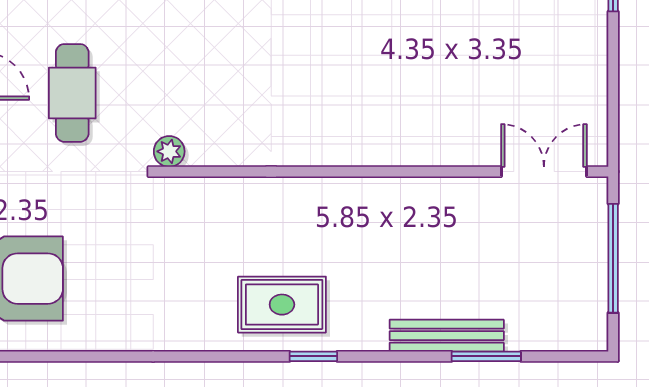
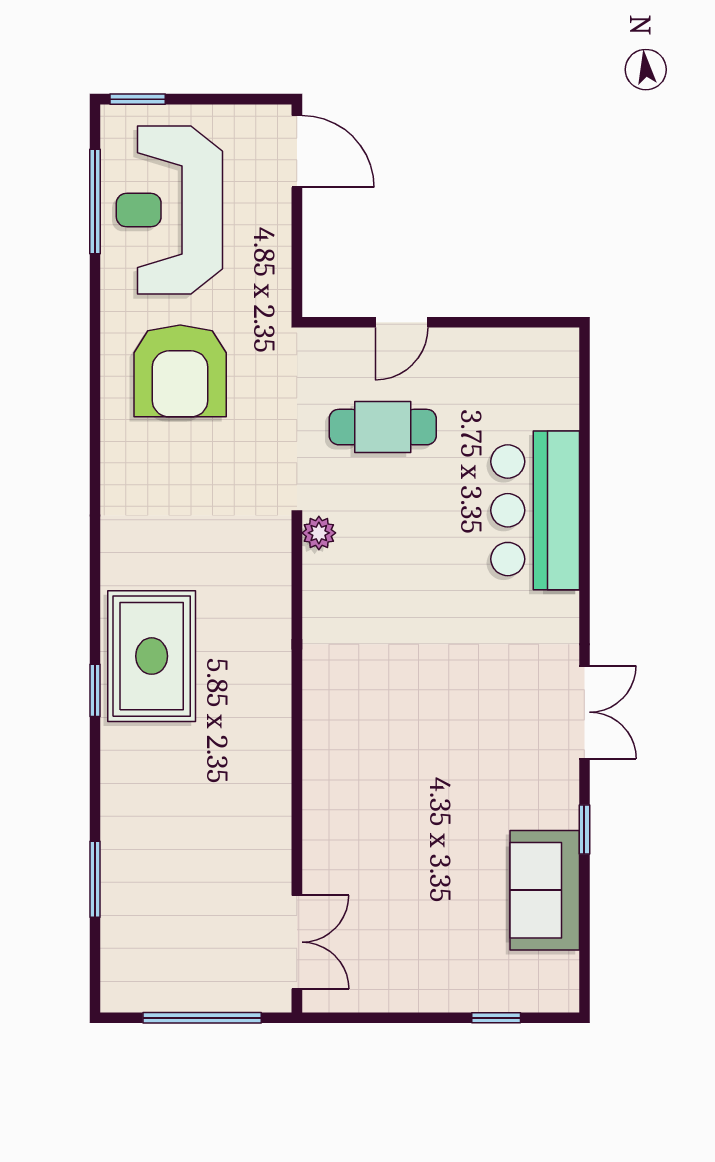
rug: (282, 305) -> (152, 656), width x1.36, depth x1.43
bench: (447, 336) -> (118, 836), removed

